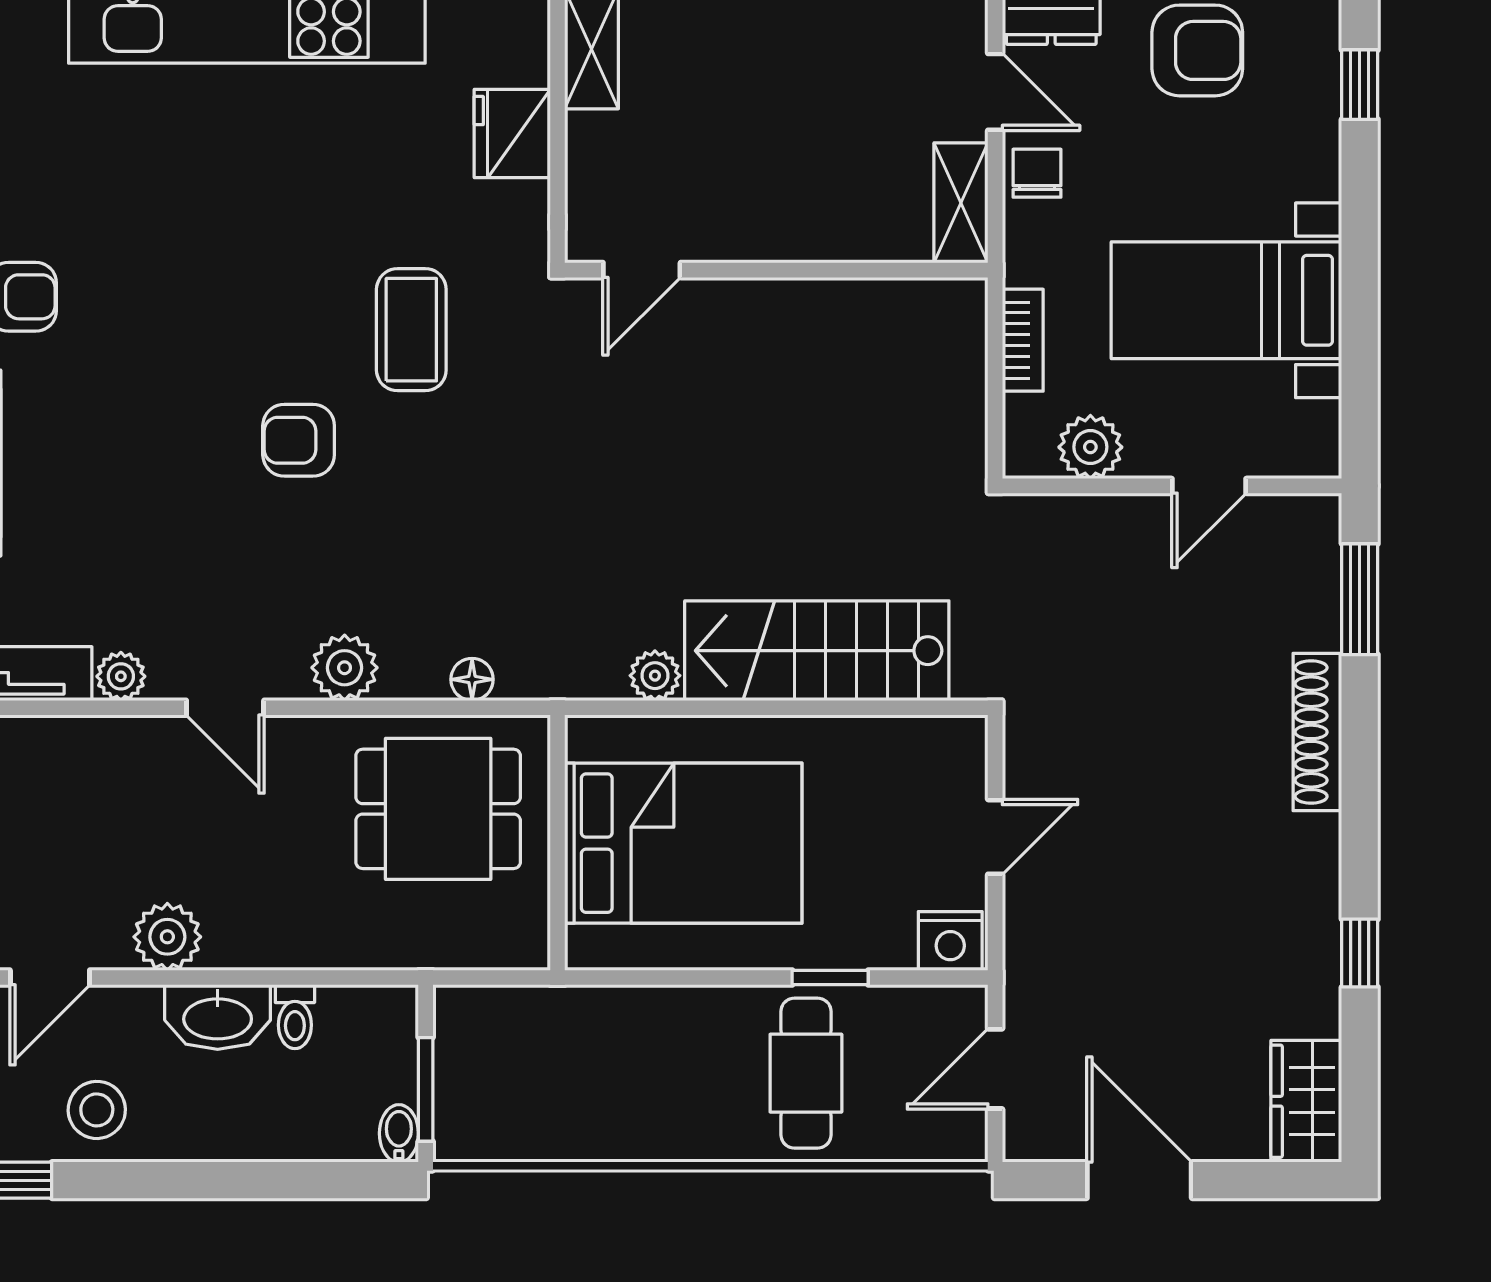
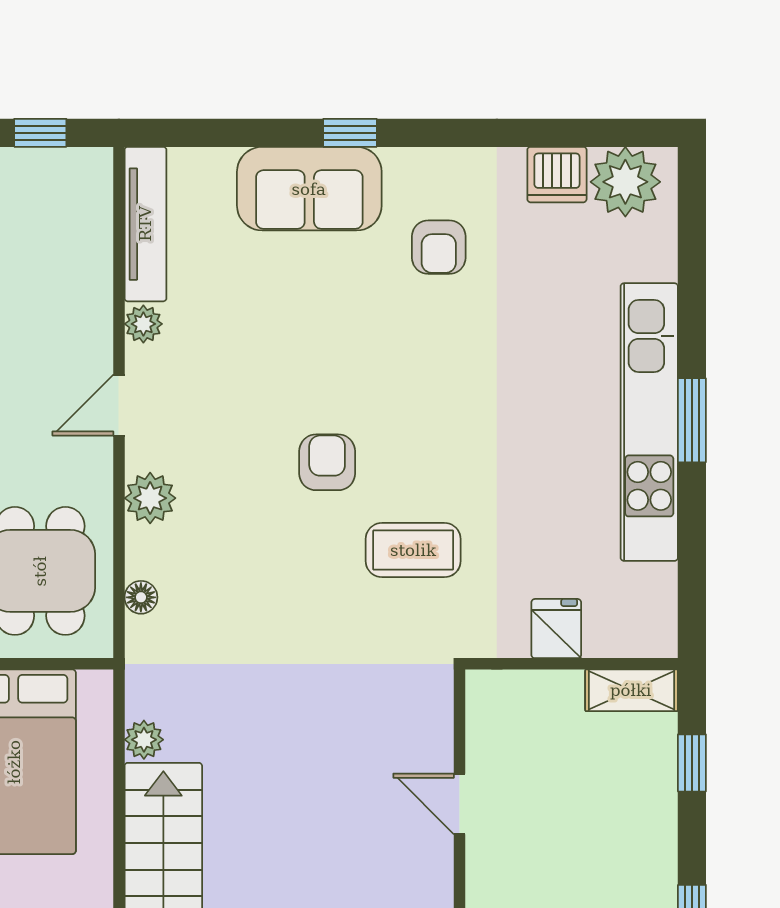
fridge: (512, 134) -> (556, 629), width x0.72
door: (642, 270) -> (460, 804), moved

